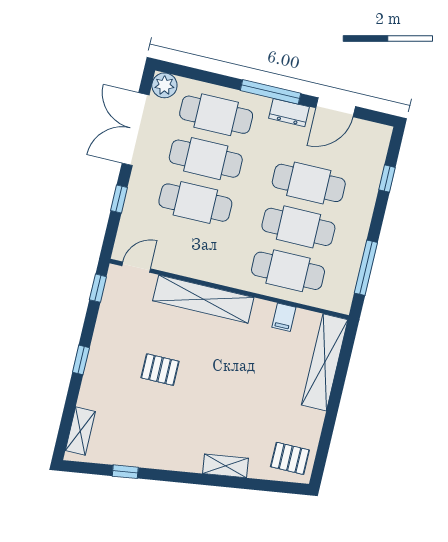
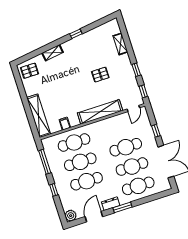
plant: (164, 85) -> (71, 216), moved
window: (270, 92) -> (123, 207), width x0.69
window: (387, 179) -> (54, 190), moved
window: (81, 360) -> (136, 70), moved
shelving: (80, 431) -> (120, 44), moved
window: (125, 472) -> (76, 34), moved

